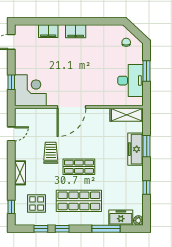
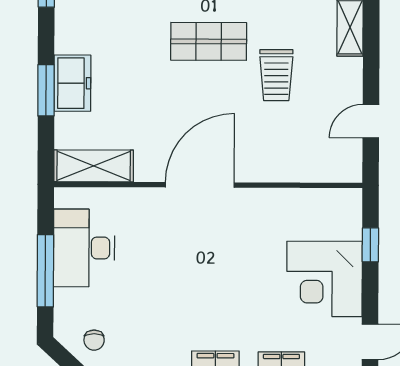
window: (147, 71) -> (45, 271), width x1.44
corner desk: (30, 90) -> (324, 279), moved
door: (71, 107) -> (200, 185), moved
freezer: (136, 149) -> (72, 83), width x0.71

